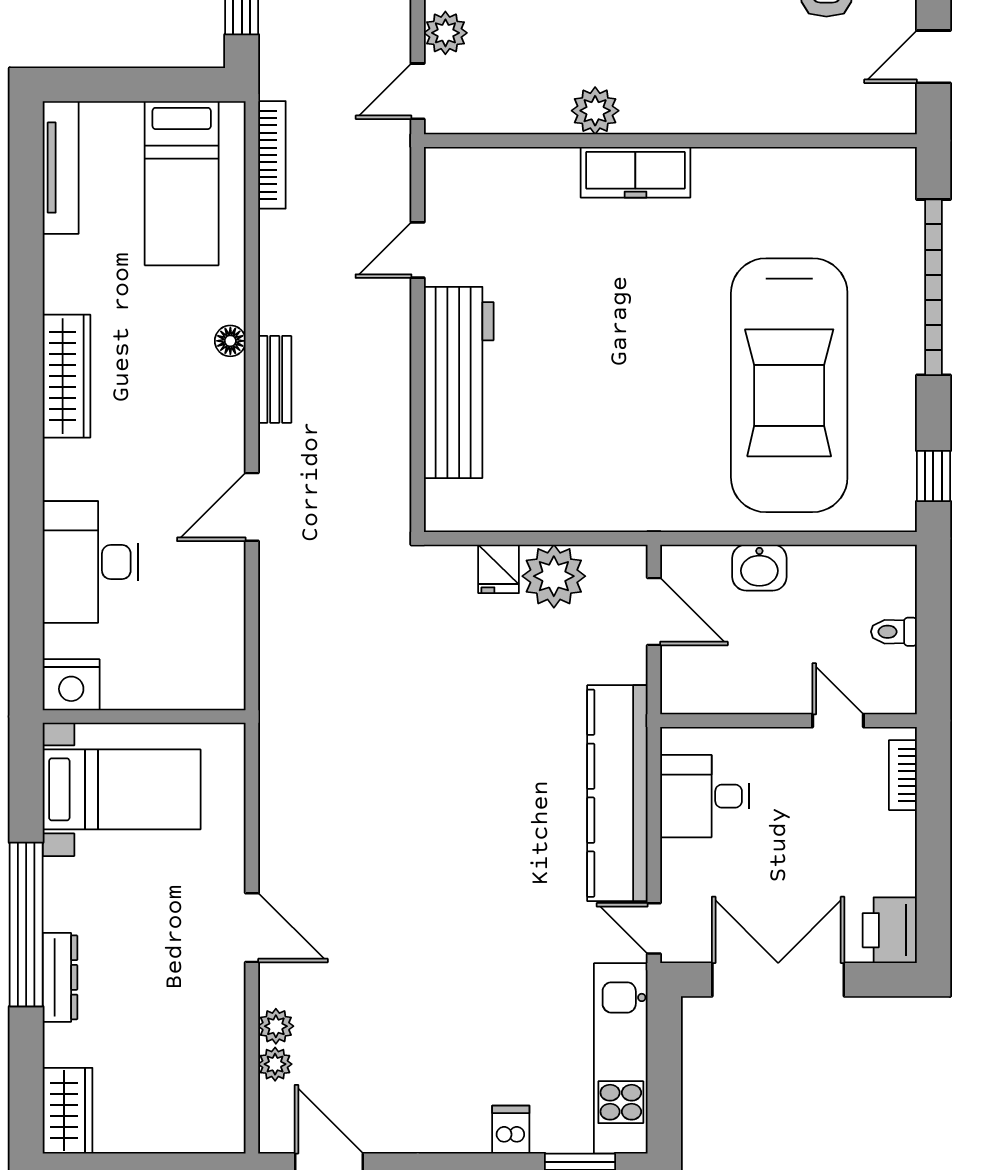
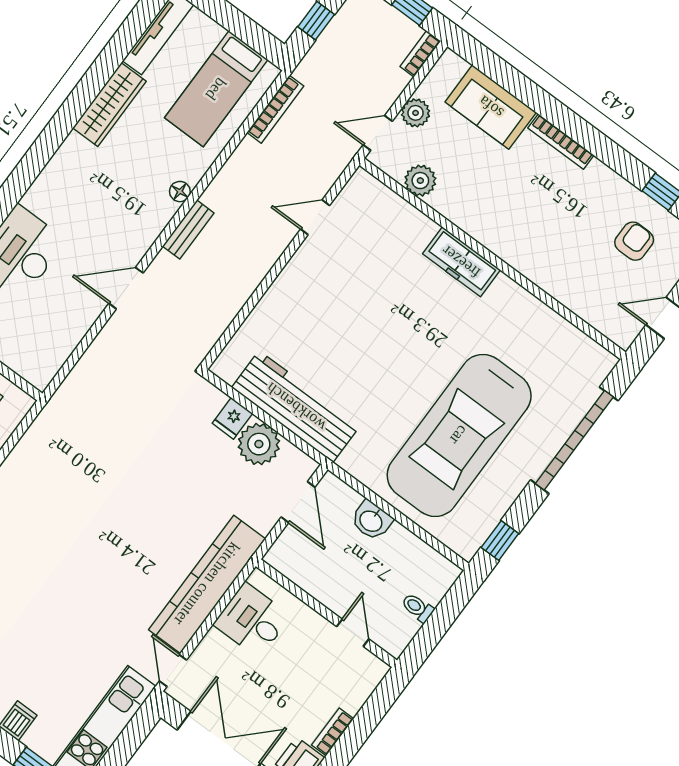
plant: (595, 111) -> (420, 181), moved
wardrobe: (67, 376) -> (110, 105), moved
workbench: (459, 382) -> (296, 407), moved, turned -90
bookcase: (903, 775) -> (333, 732), moved

